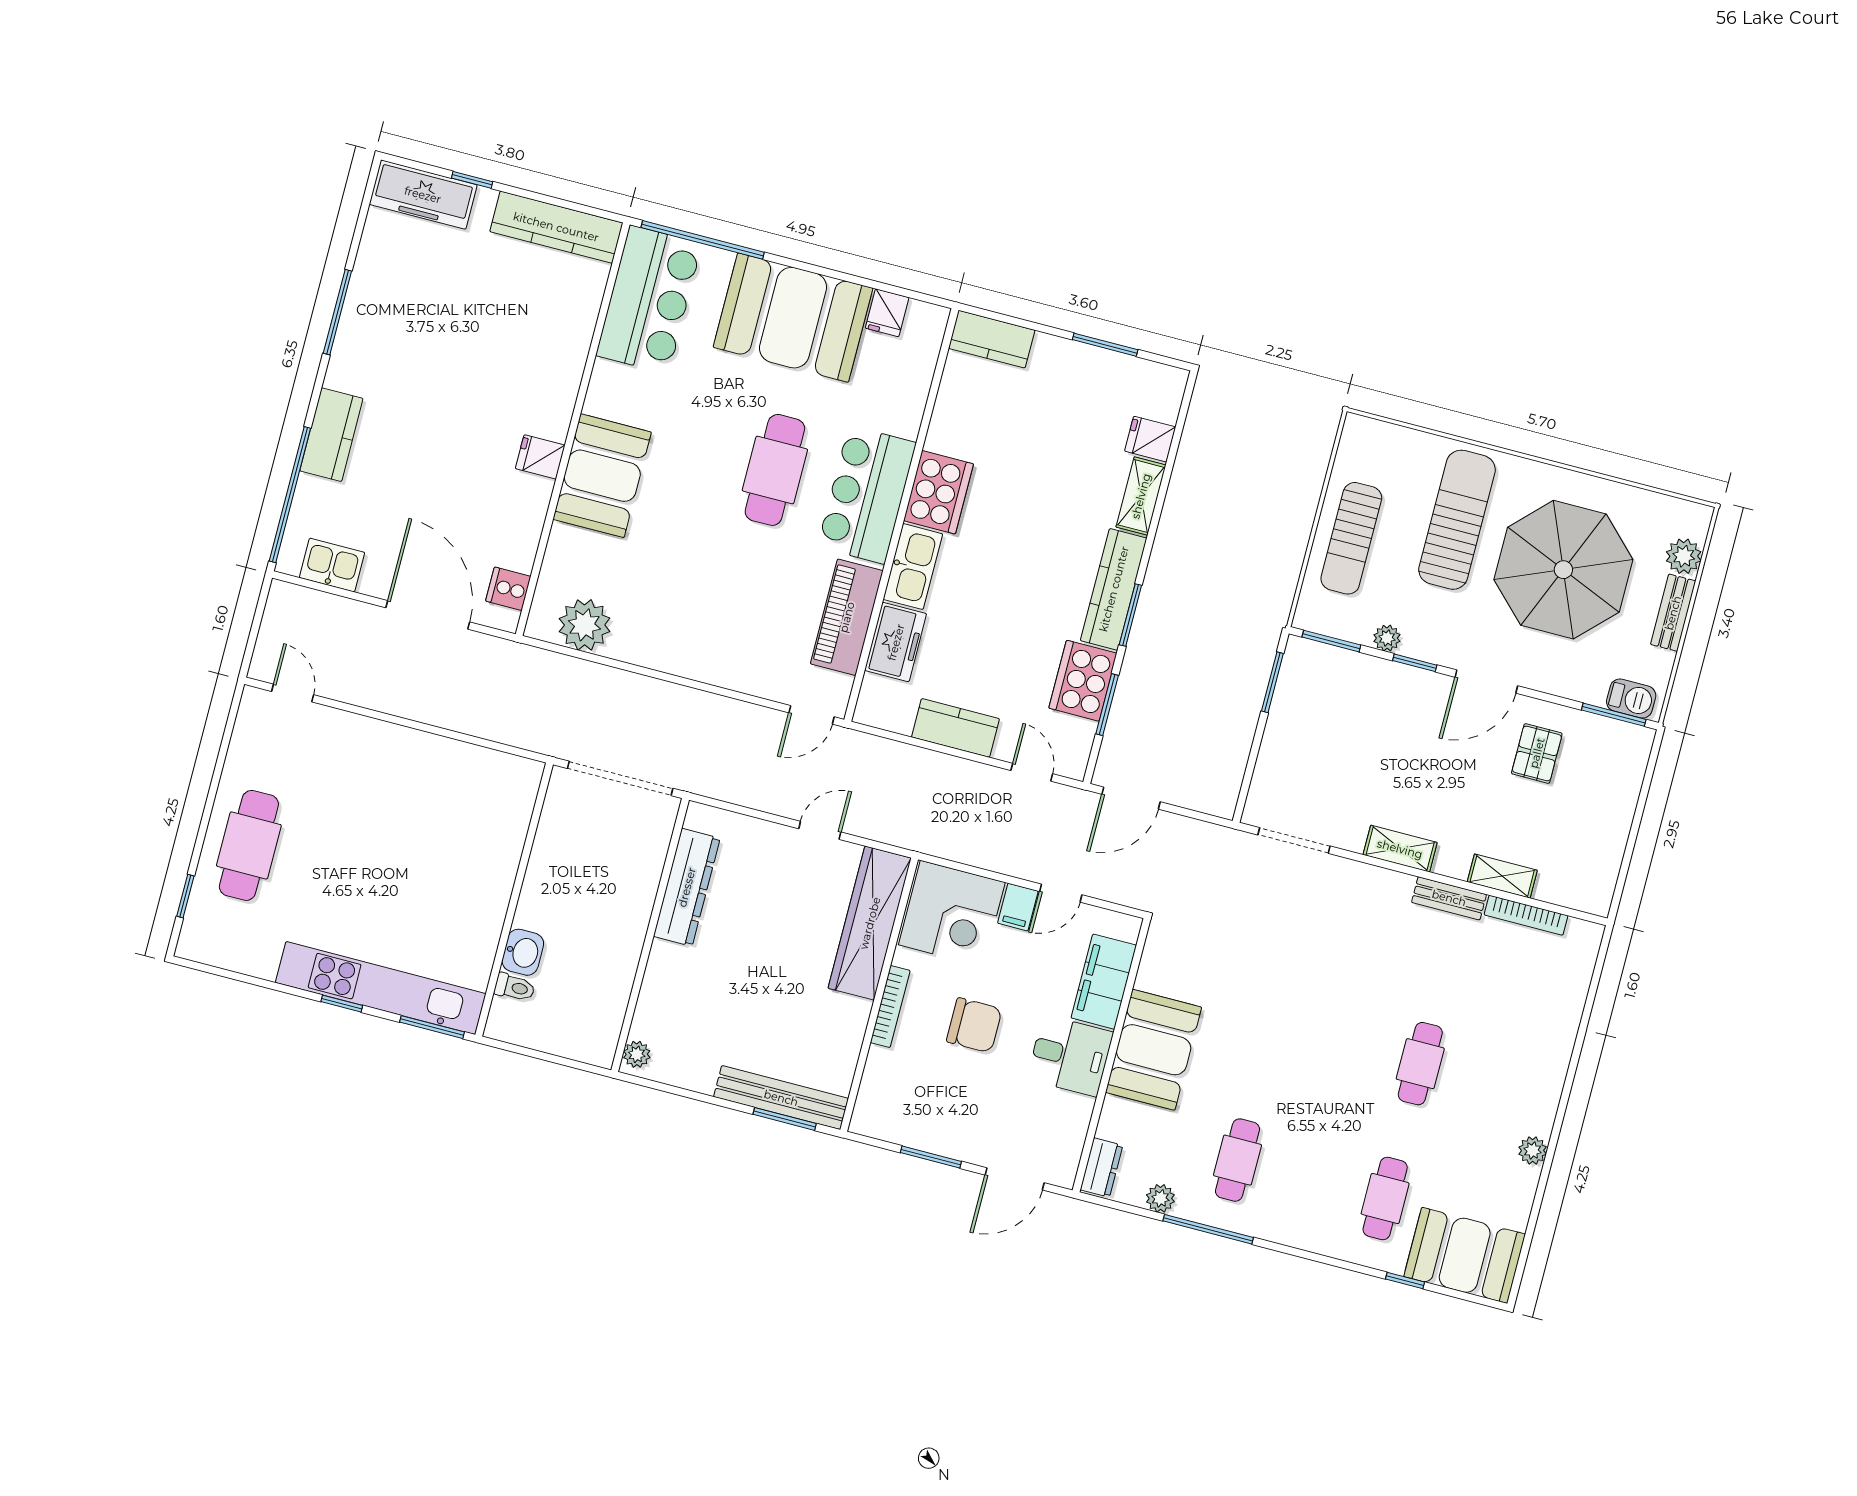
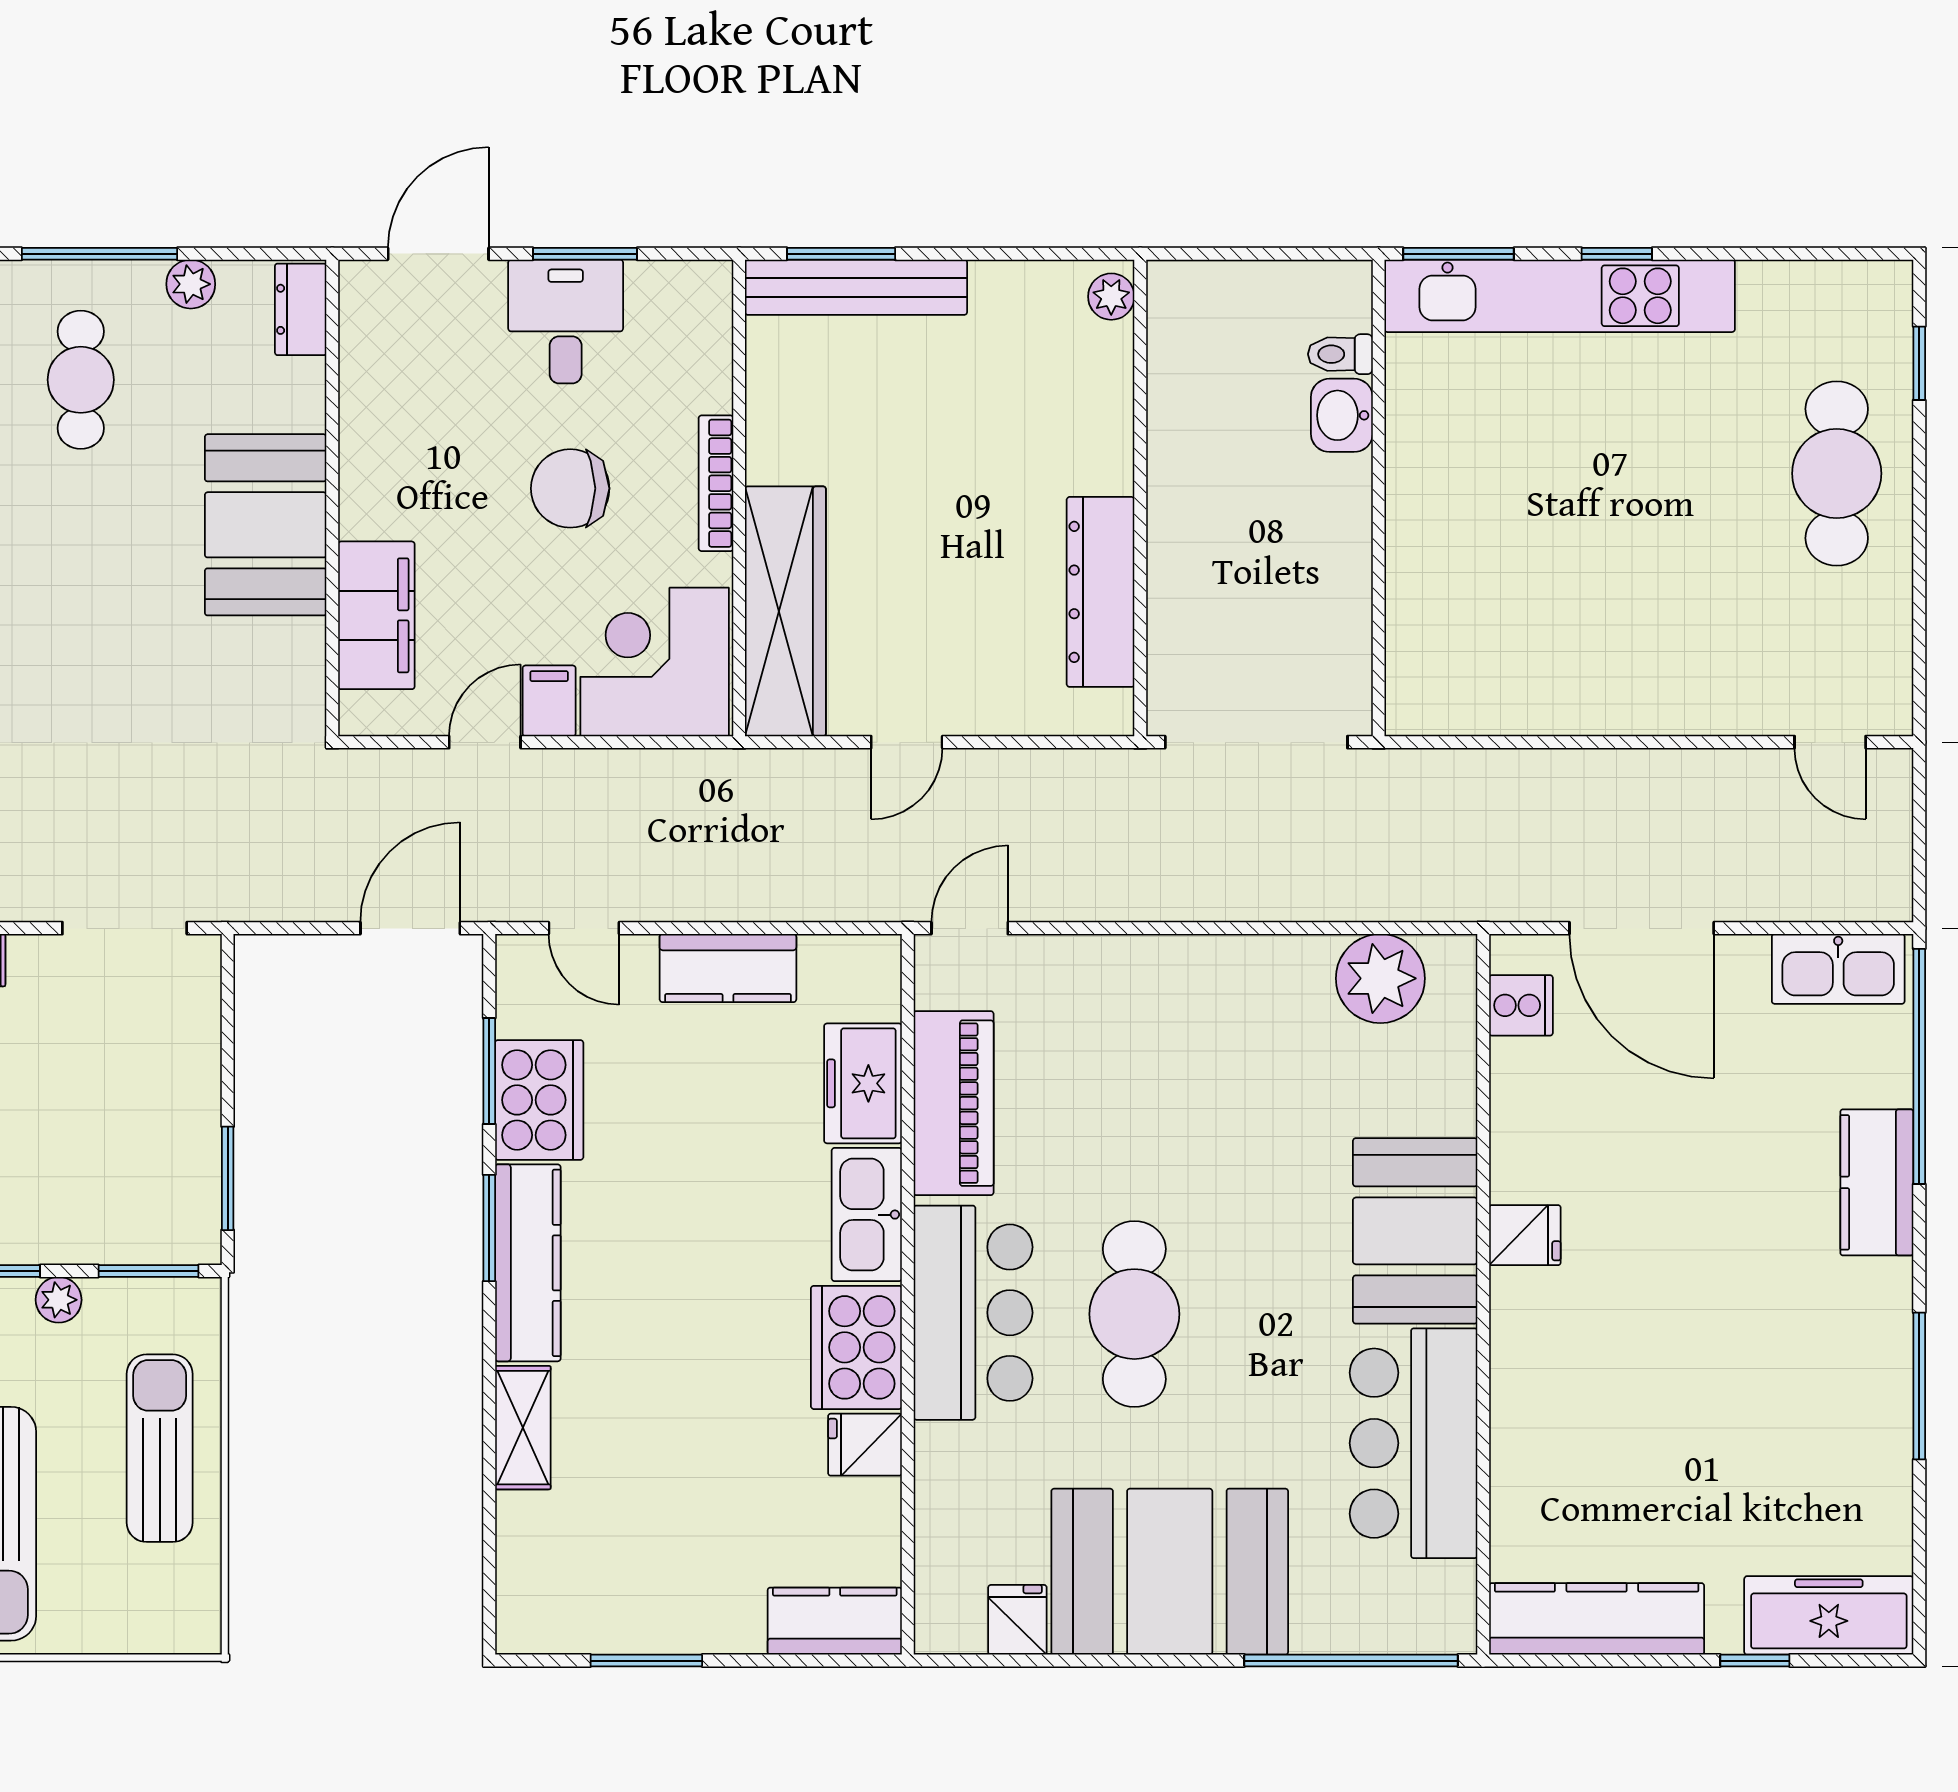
bar counter: (649, 300) -> (1414, 1443), moved
fridge: (1150, 439) -> (865, 1445), moved, turned 180
kitchen sink: (332, 565) -> (1838, 969), width x1.38
desk: (1070, 1056) -> (566, 321), moved, turned 90

